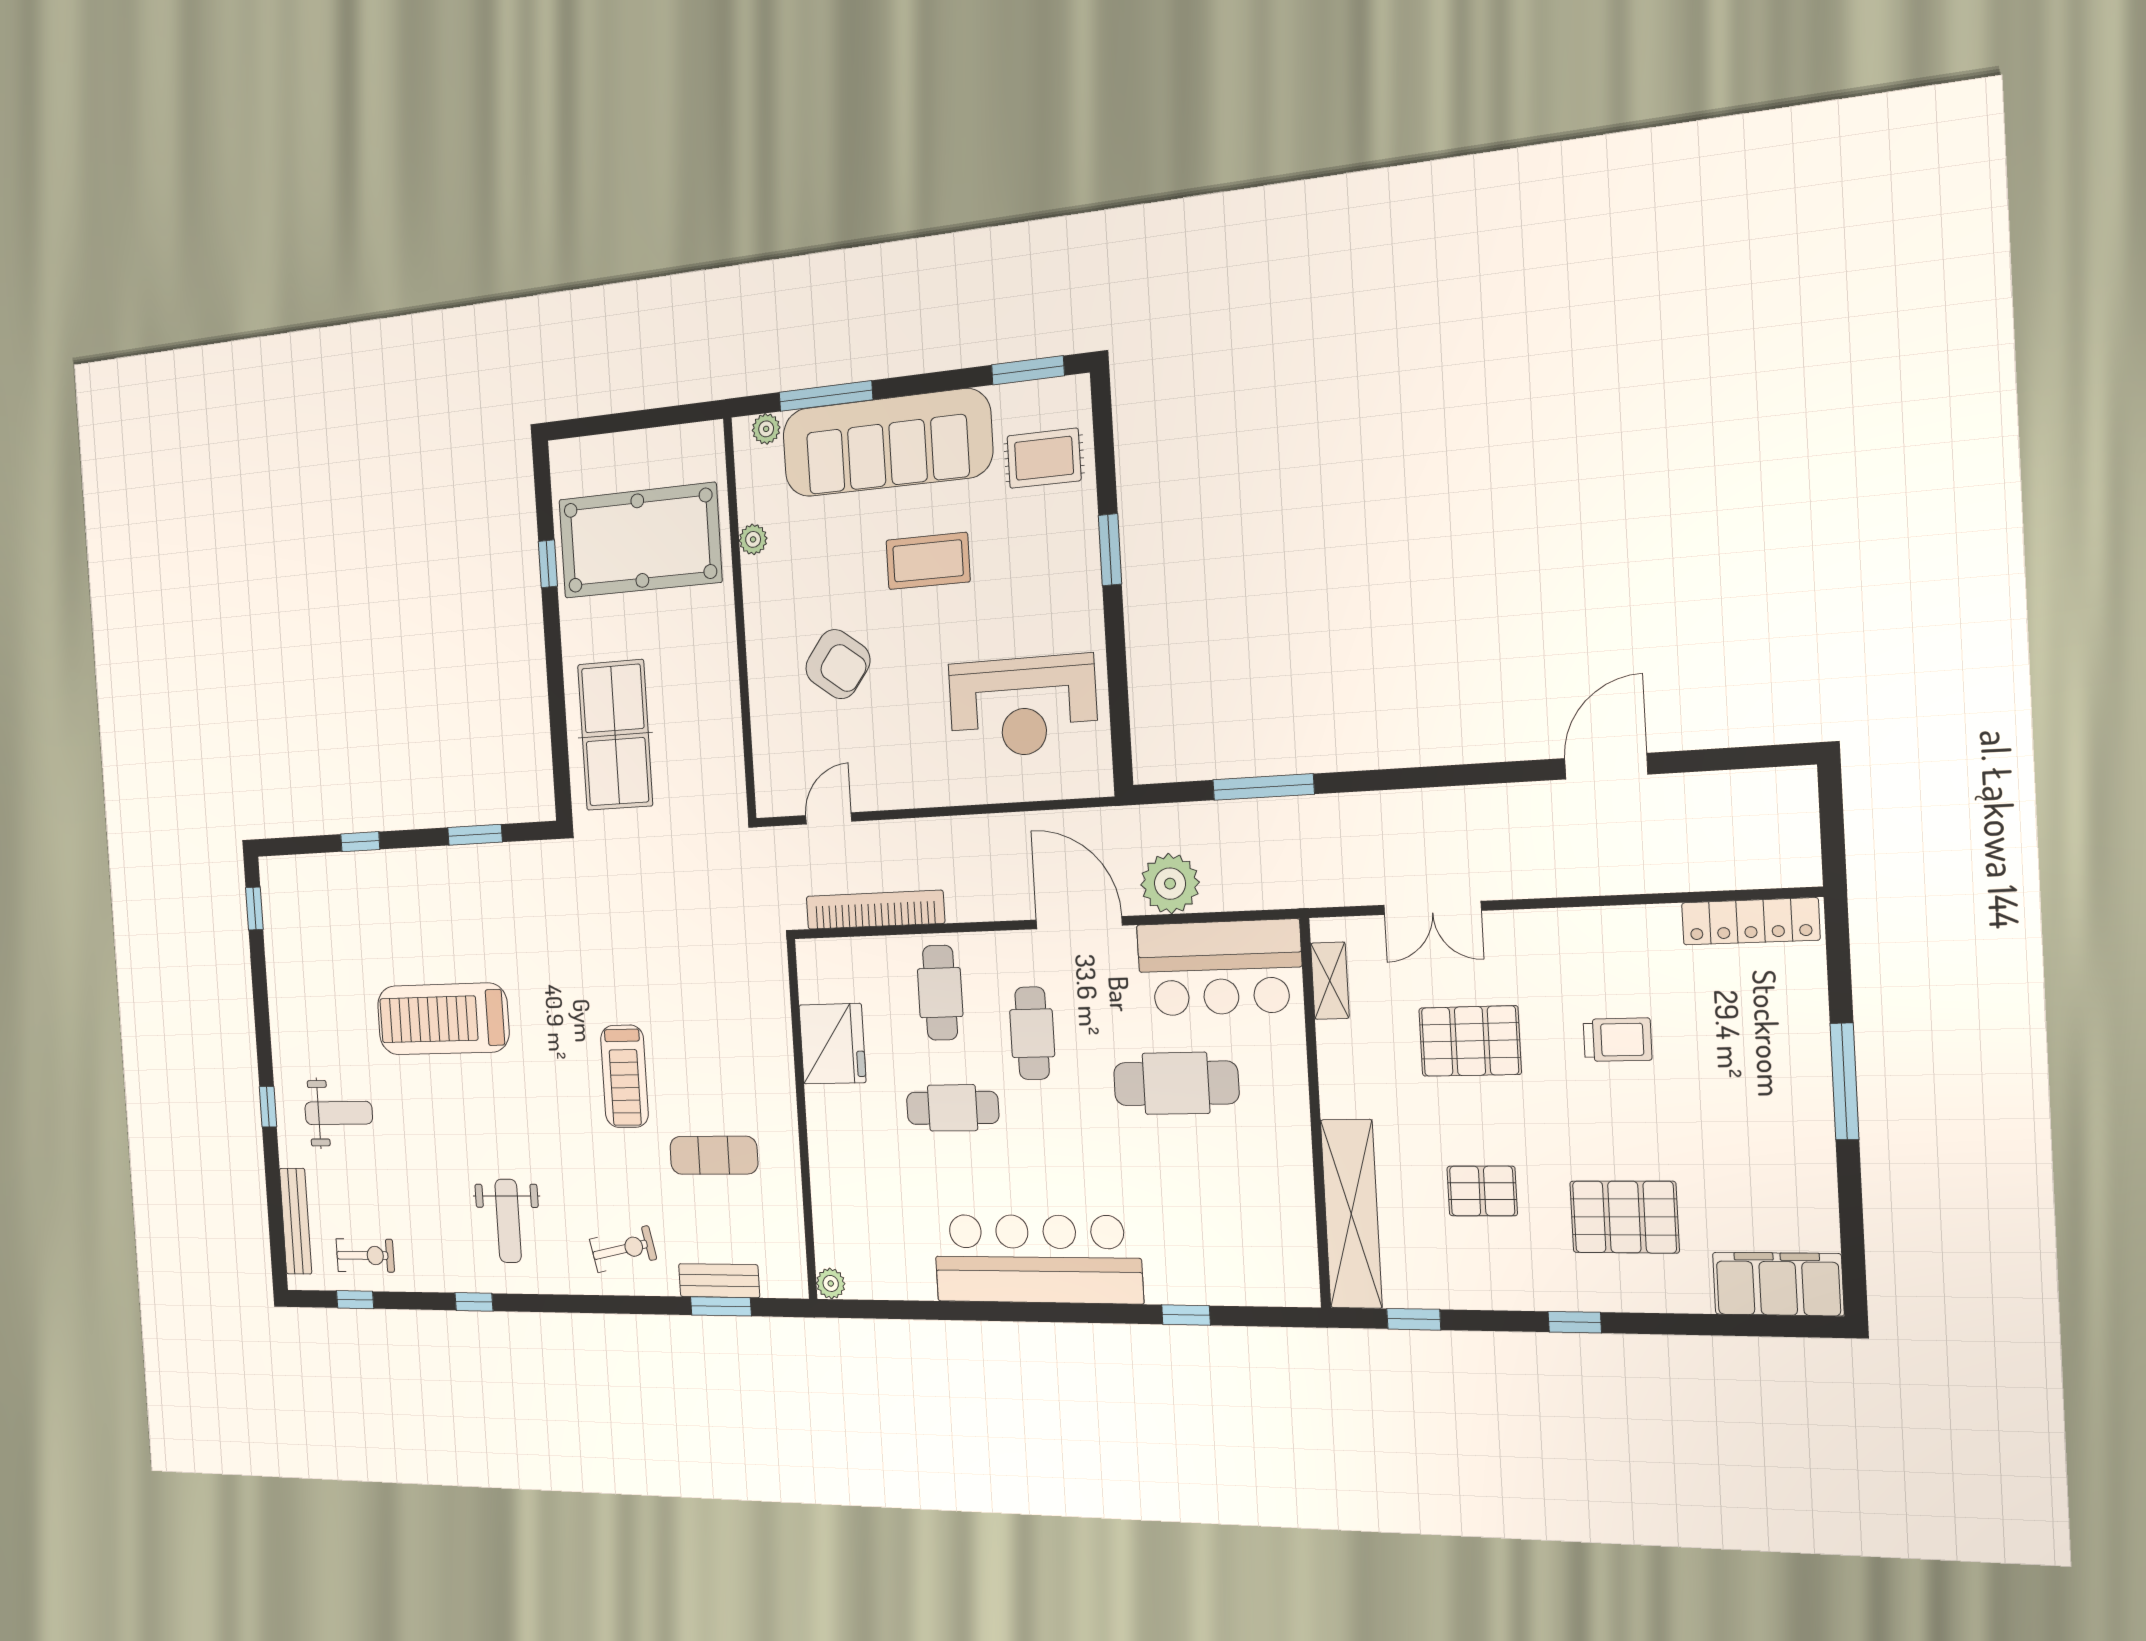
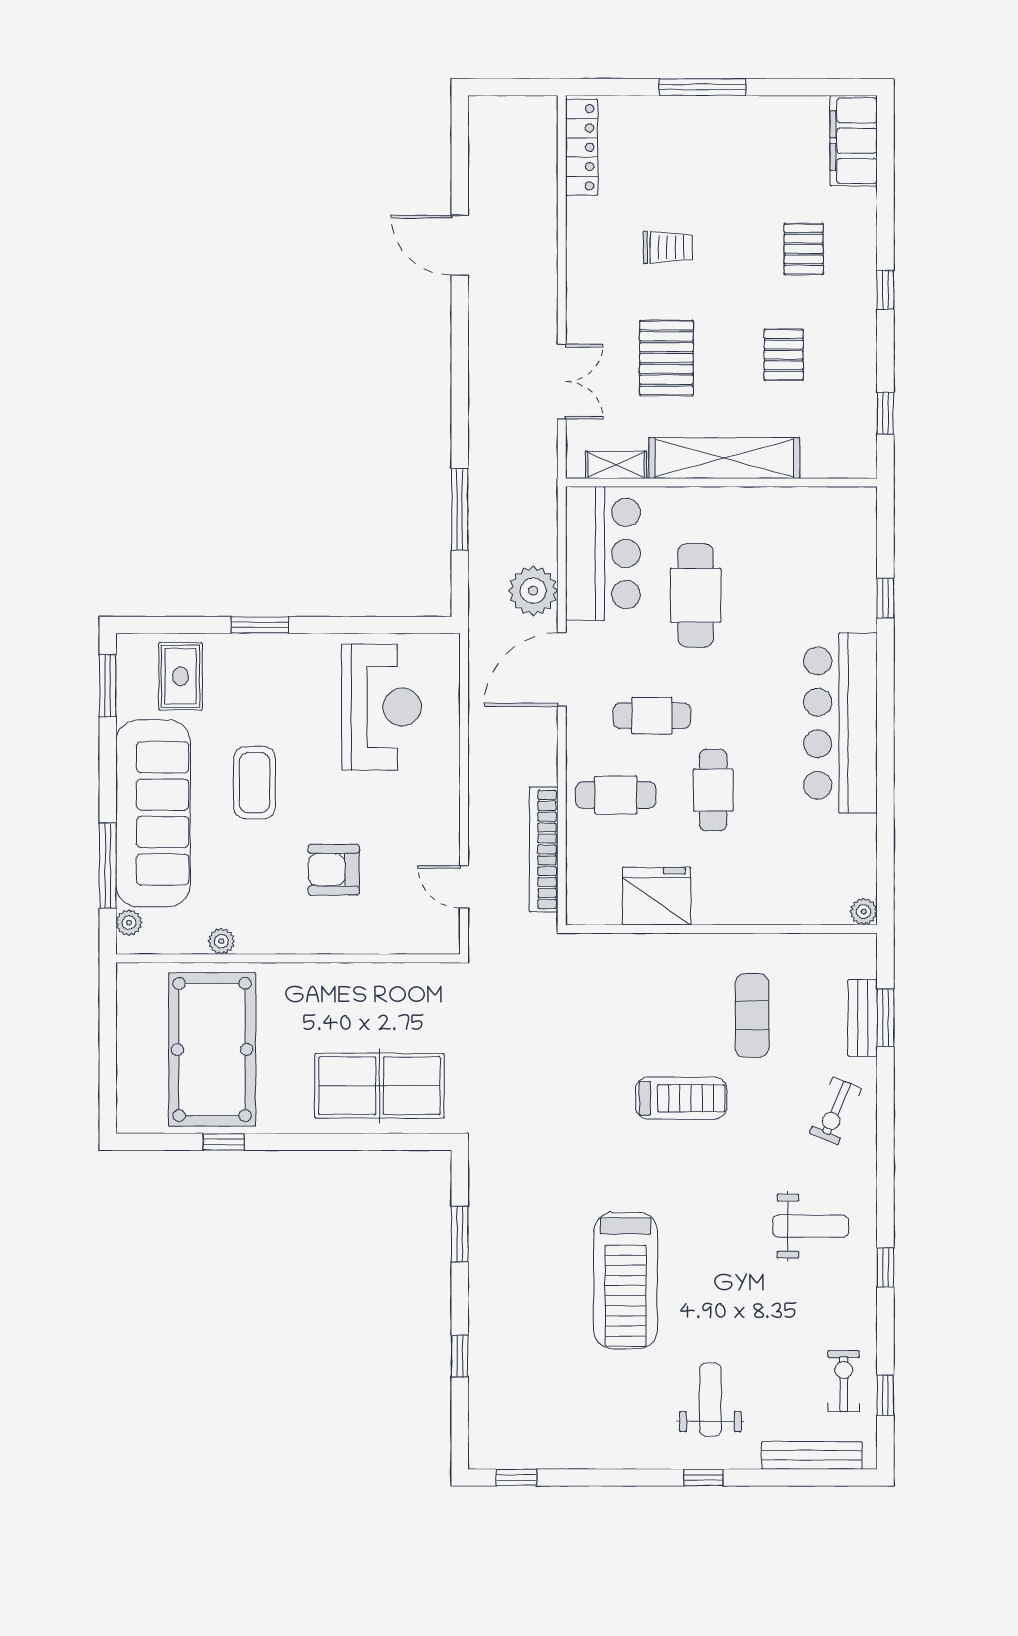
armchair: (838, 664) -> (334, 870), turned -127
trolley: (1618, 1040) -> (668, 247), turned 90
shelving: (1351, 1214) -> (724, 458), moved
pallet: (1624, 1217) -> (804, 249), width x0.67, depth x0.71
exercise bike: (623, 1249) -> (836, 1111), turned -145

